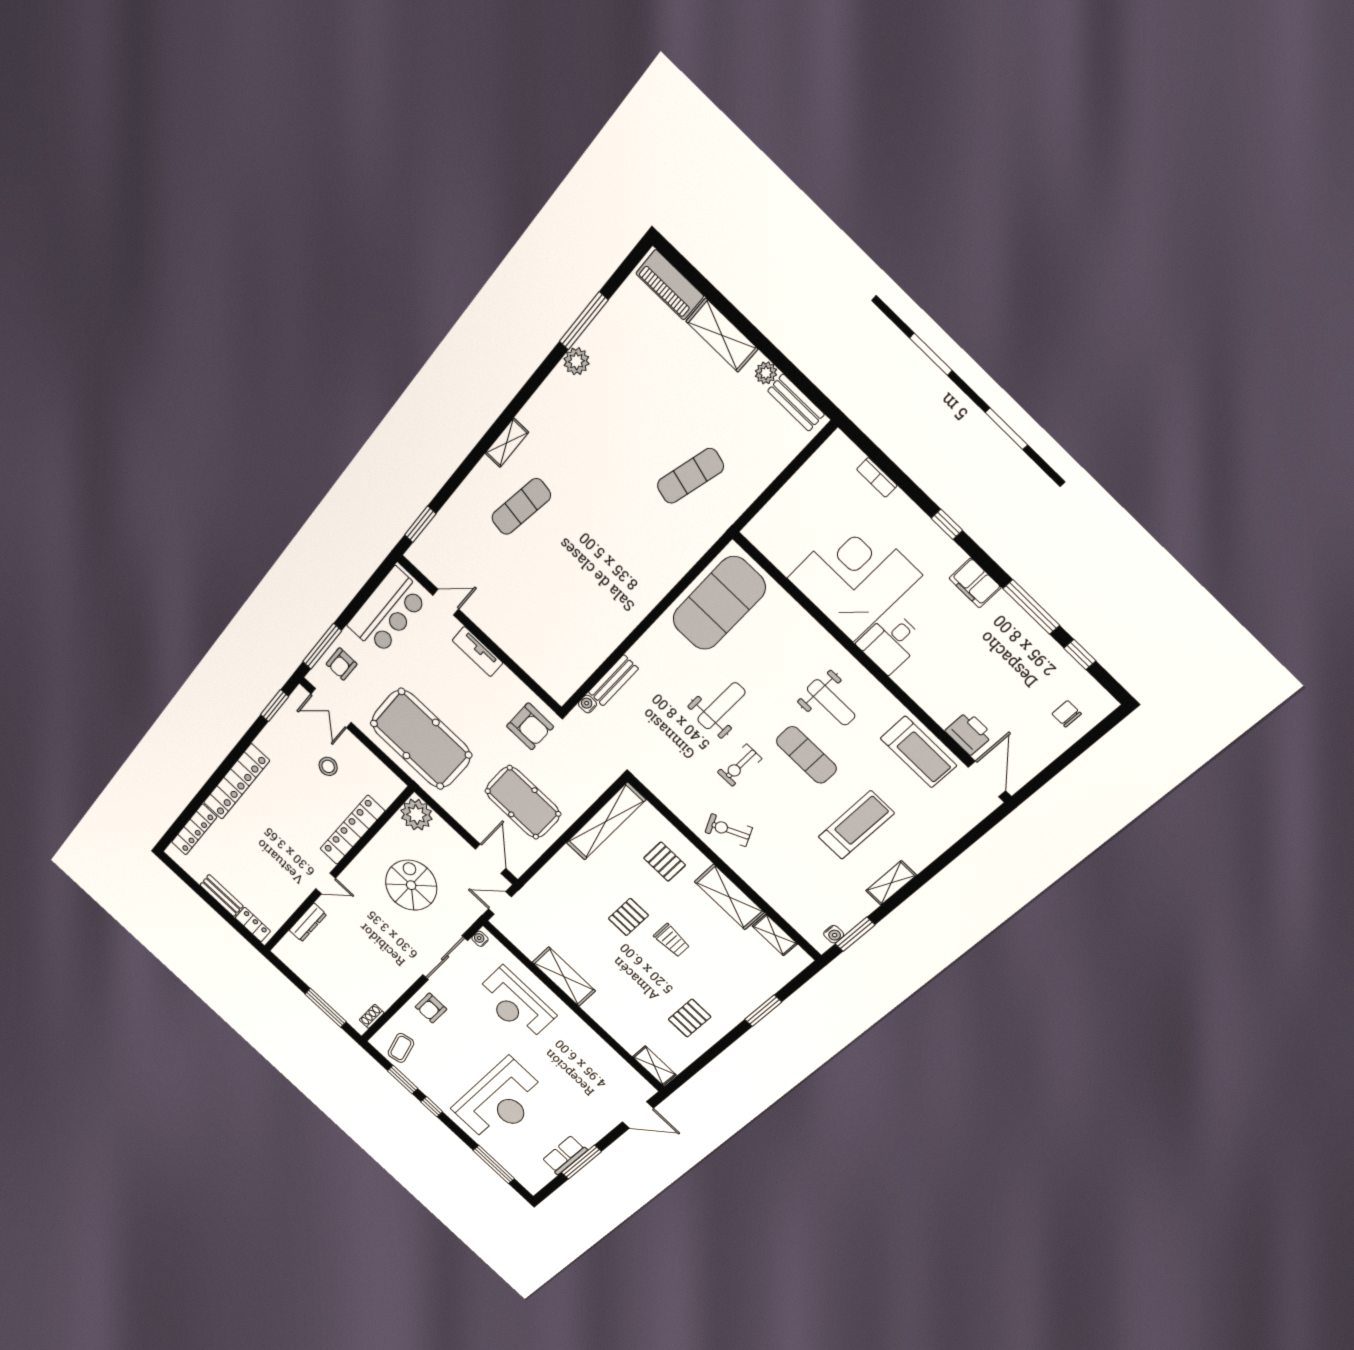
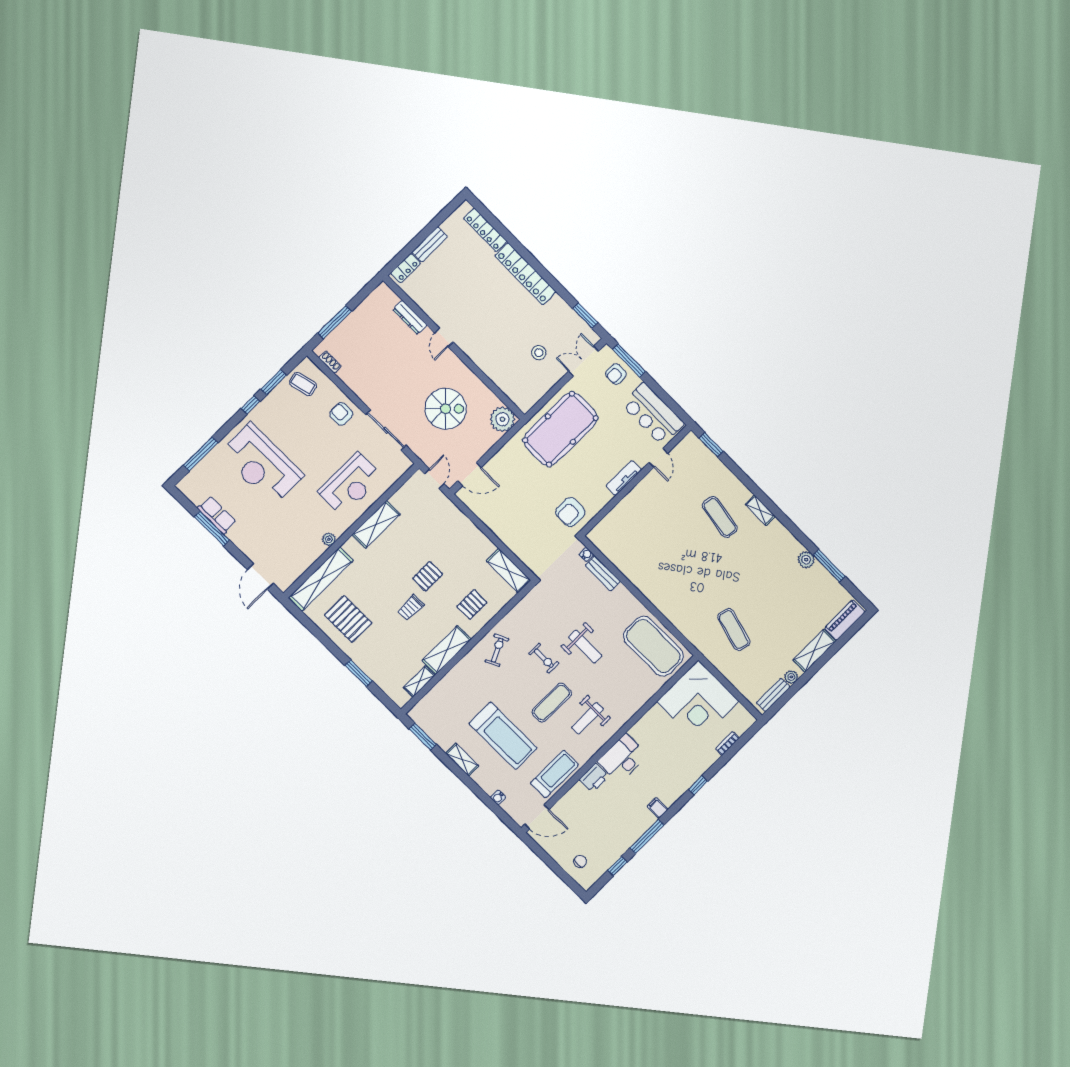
corner desk: (854, 577) -> (698, 701), moved, turned 90
filing cabinet: (975, 583) -> (658, 808), width x0.50
desk: (890, 642) -> (623, 758), width x1.37
armchair: (342, 664) -> (616, 374), turned -90
printer: (969, 733) -> (594, 778), moved
treadmill: (919, 752) -> (555, 774), turned 180
exercise bike: (739, 765) -> (544, 658), turned 180
pool table: (523, 802) -> (514, 503), removed
shelving: (606, 821) -> (508, 571), width x0.68
treadmill: (856, 825) -> (503, 736), width x1.37, depth x1.38
locker: (352, 830) -> (489, 366), removed
pallet: (628, 917) -> (428, 576), turned 90
water cooler: (834, 934) -> (498, 797), moved
water cooler: (480, 939) -> (404, 460), removed
reception desk: (515, 1004) -> (350, 484), turned 180
pallet: (690, 1018) -> (348, 619), width x1.50, depth x1.42
plant: (586, 1033) -> (329, 539), added
shelving: (654, 1066) -> (321, 579), width x2.20, depth x1.33

